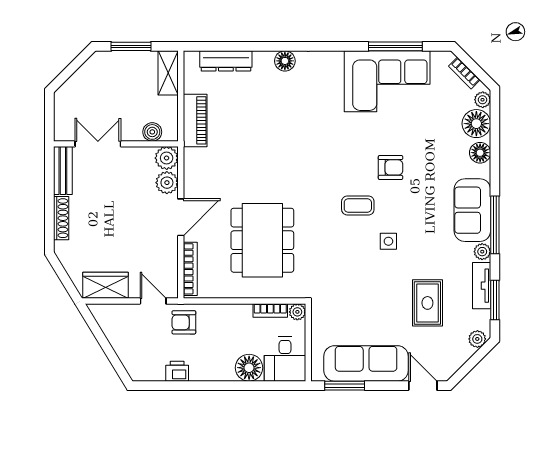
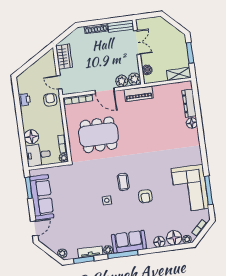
floor lamp: (285, 61) -> (192, 123), moved
piano: (195, 120) -> (139, 94), moved
door: (153, 301) -> (59, 82), swing flipped
rug: (427, 303) -> (77, 225), removed

